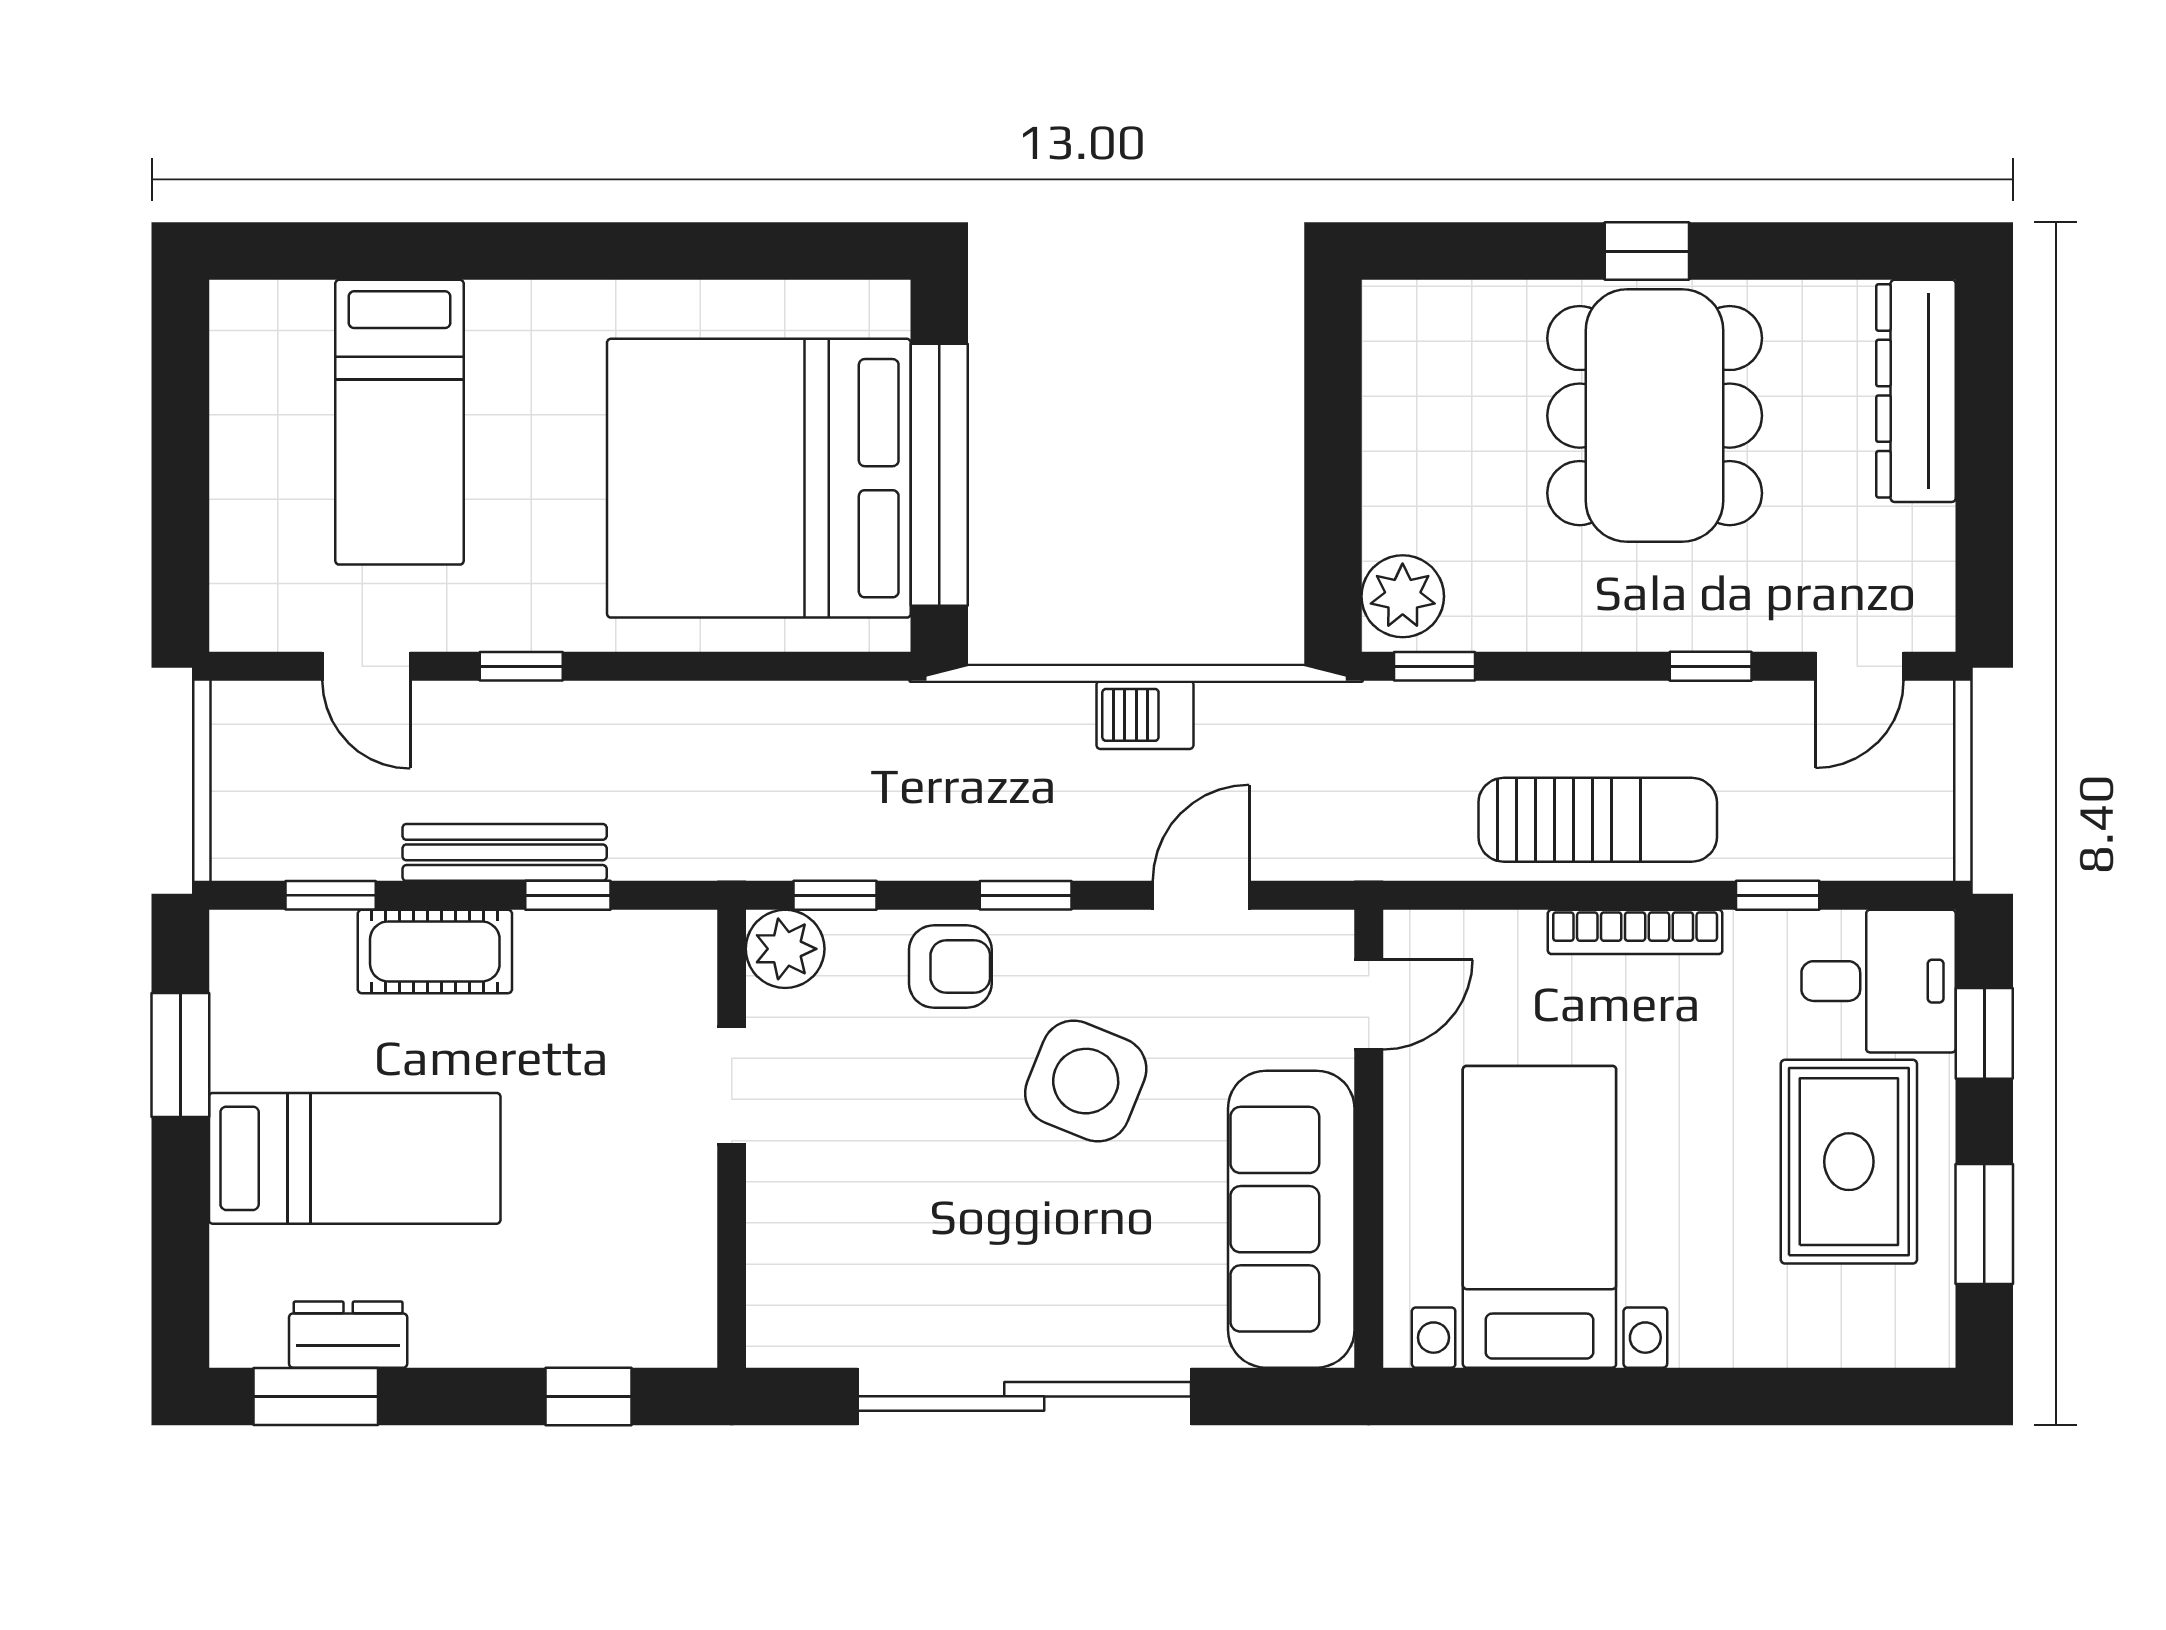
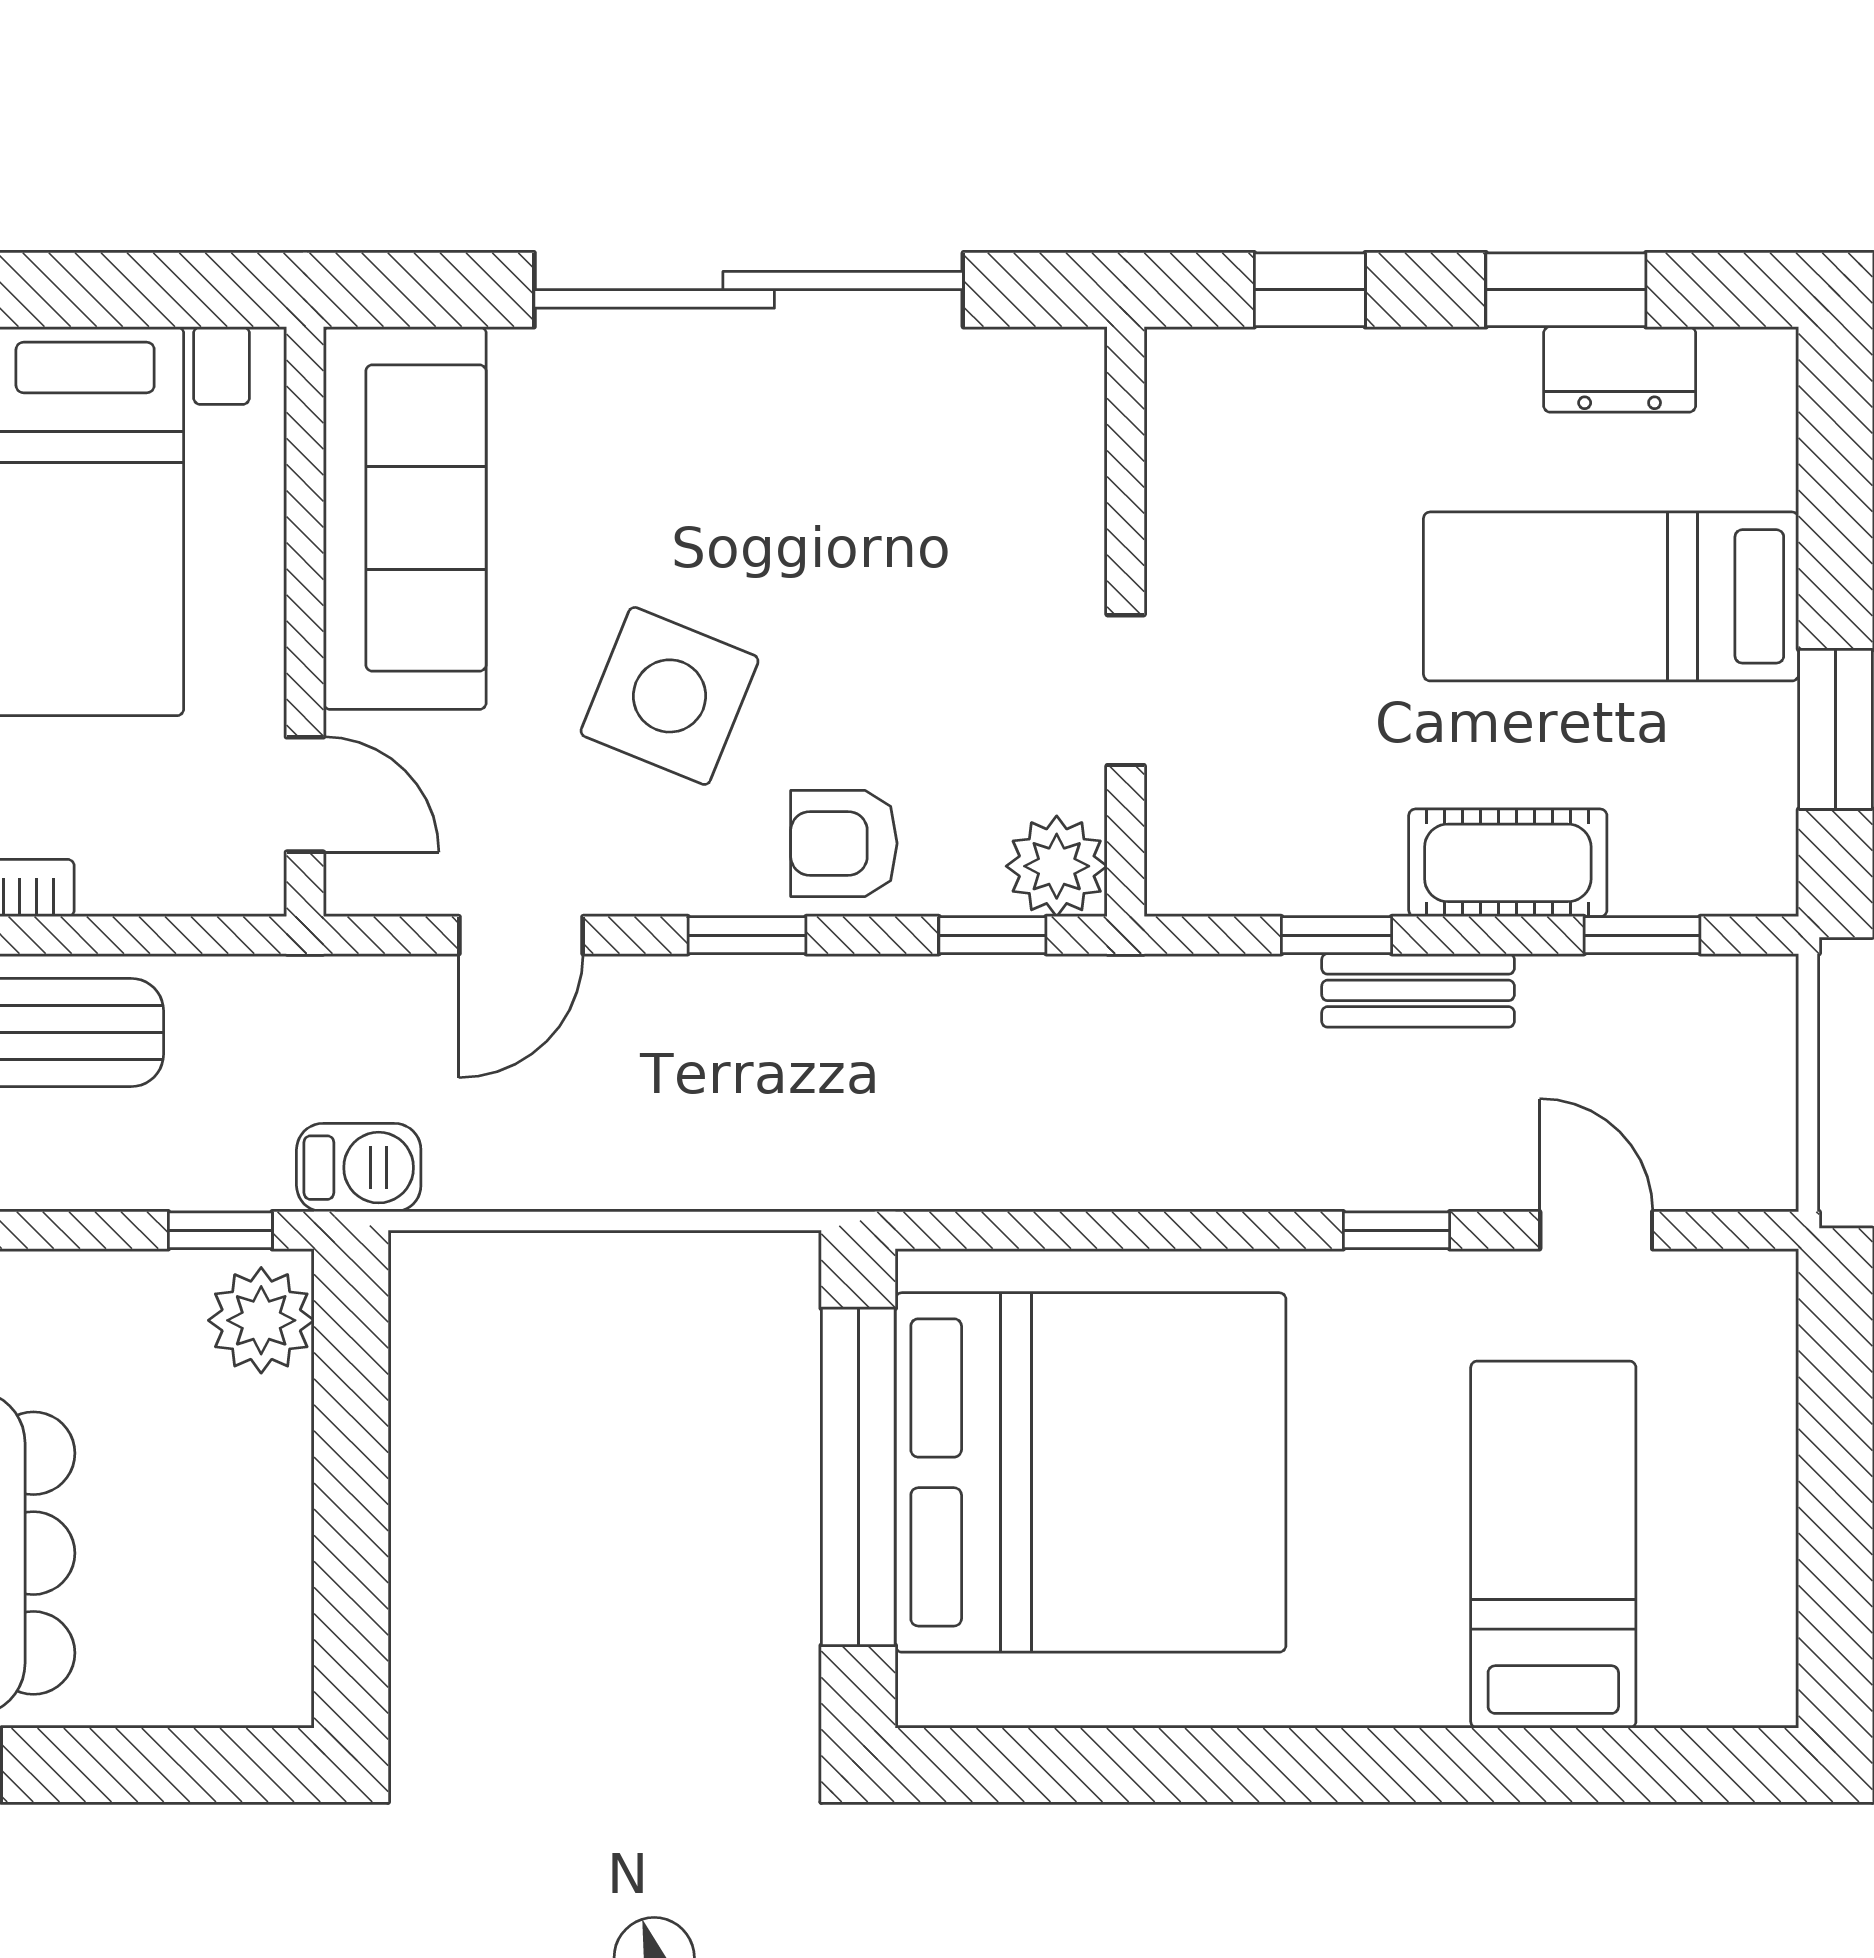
barbecue: (1145, 715) -> (359, 1168), moved
bench: (505, 852) -> (1418, 990), width x0.73
door: (1369, 1005) -> (305, 794), swing flipped
window: (316, 1396) -> (1566, 290), moved

